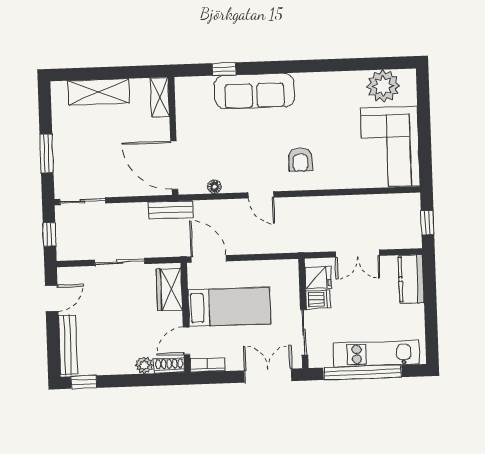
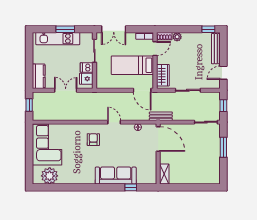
shelving: (99, 92) -> (196, 178), removed
window: (363, 372) -> (65, 29), width x0.47

